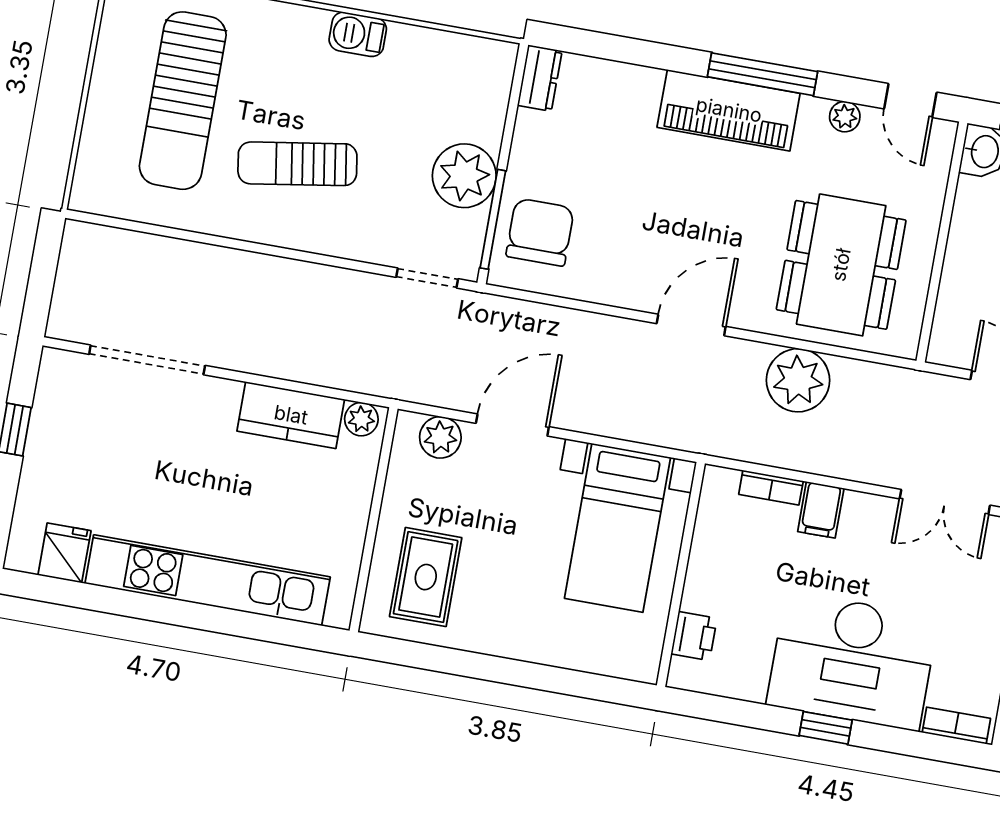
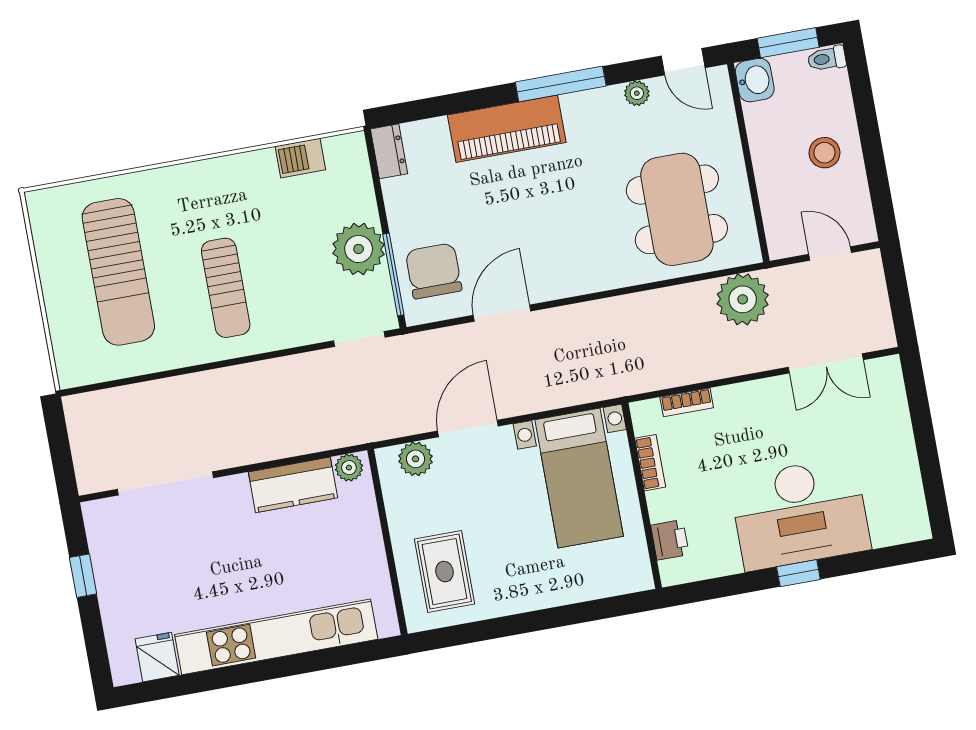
barbecue: (358, 34) -> (300, 158), moved
piano: (729, 110) -> (507, 129), moved
sun lounger: (297, 164) -> (226, 288), turned -81
door: (691, 325) -> (502, 313), moved
plant: (798, 380) -> (743, 299), moved
filing cabinet: (821, 510) -> (732, 405), removed
bookcase: (956, 726) -> (650, 463), moved, turned 90

